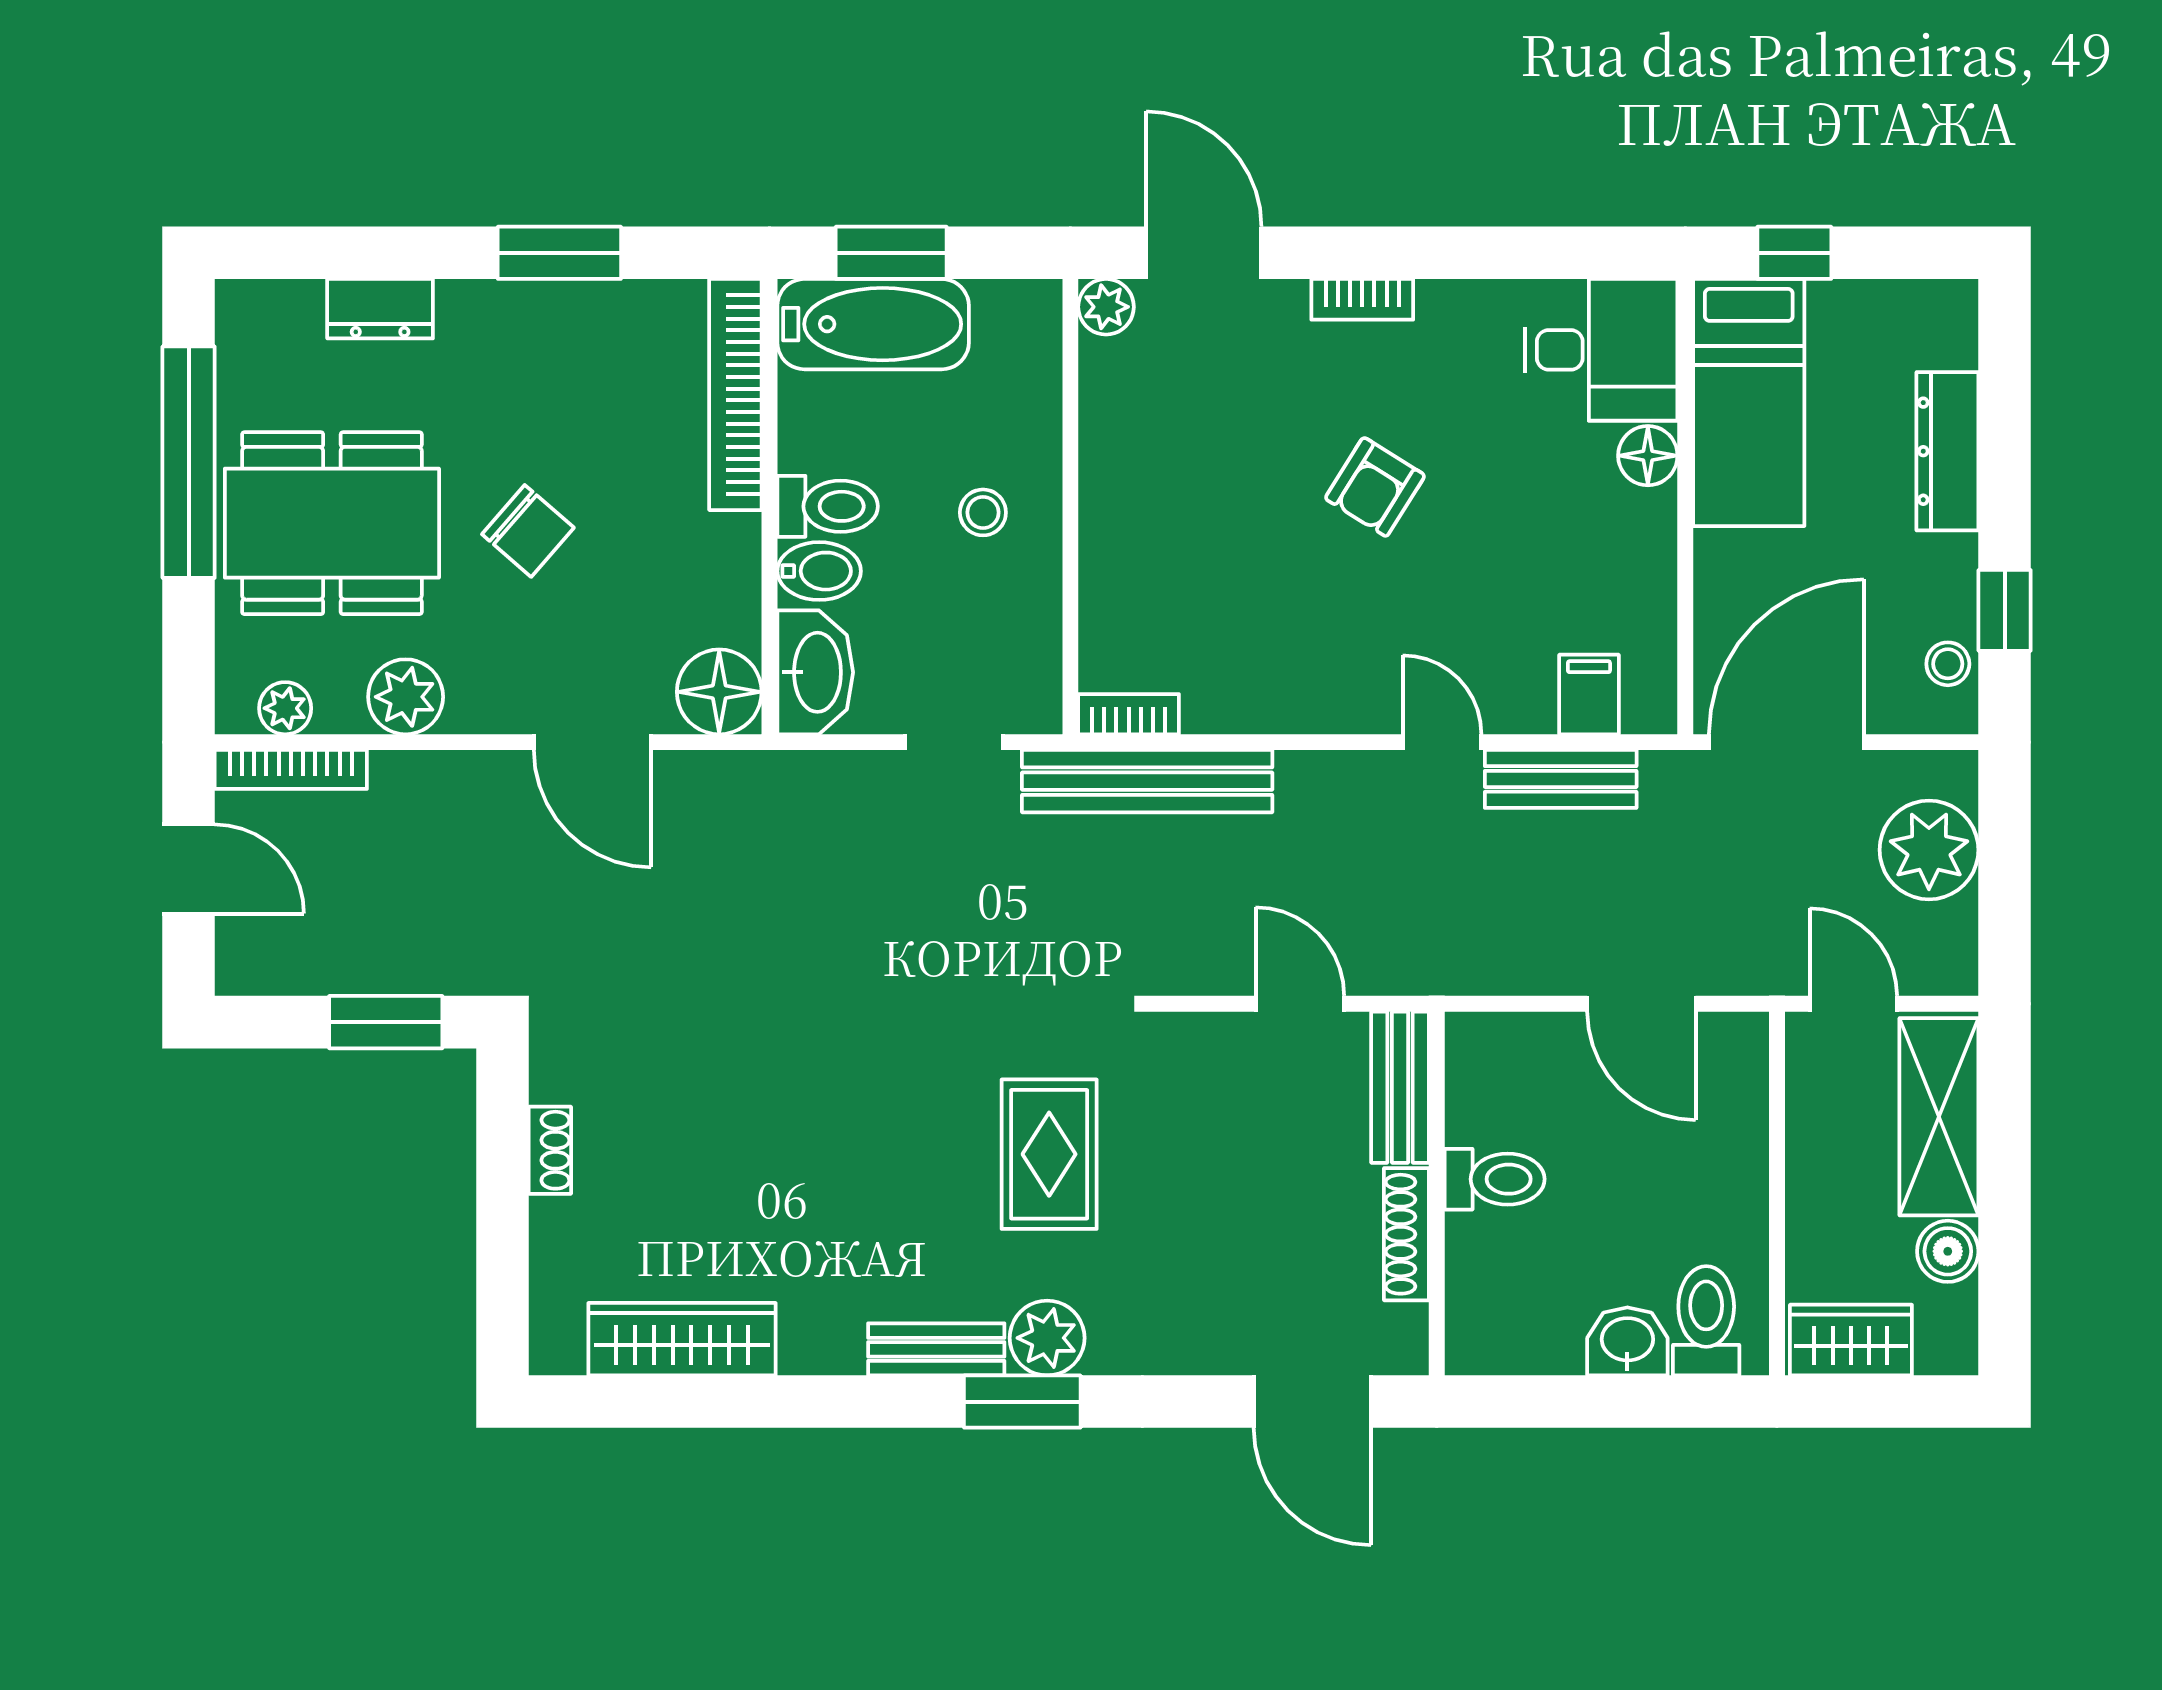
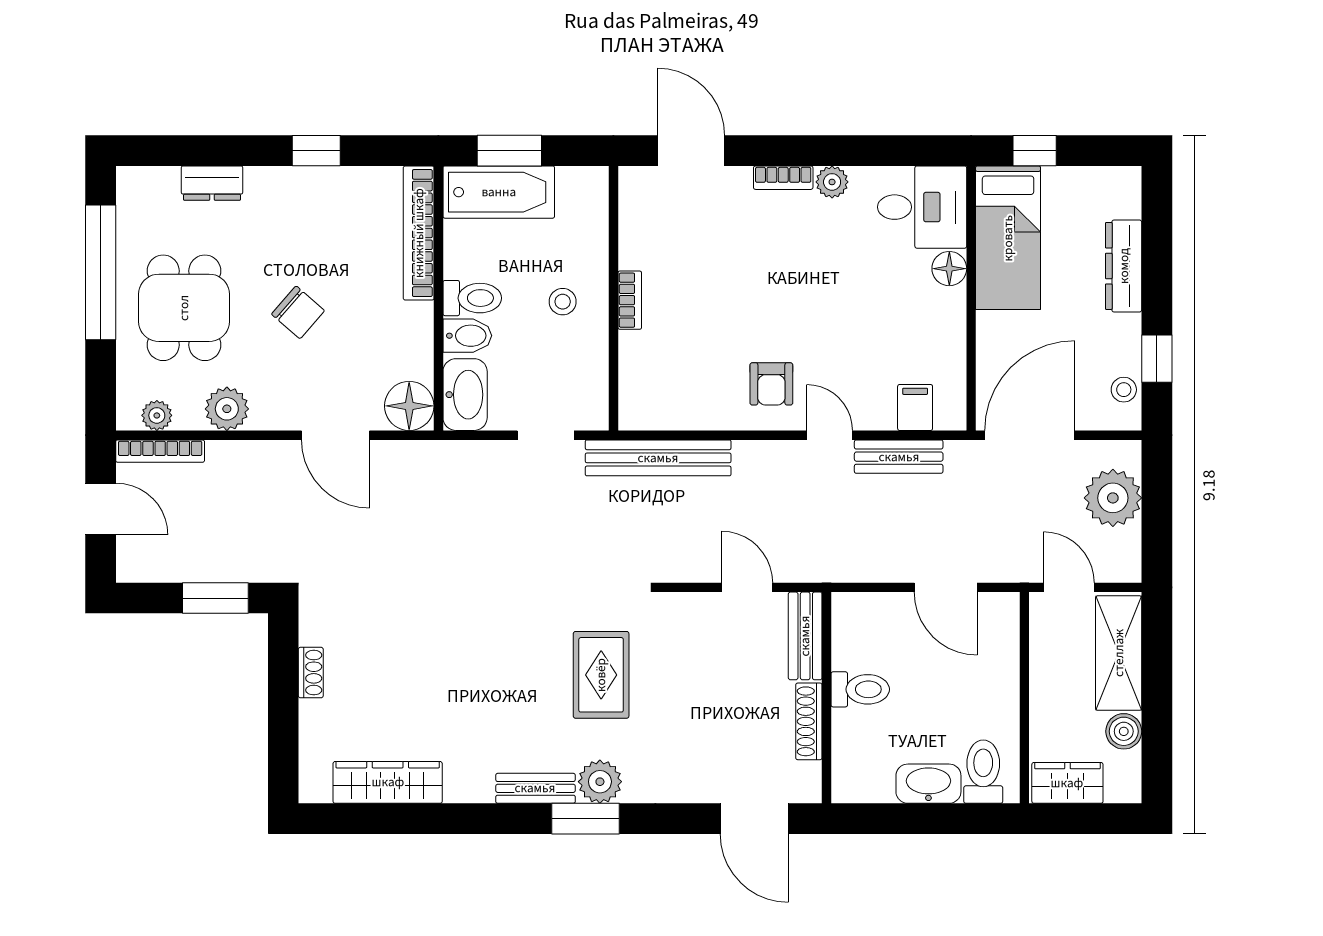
window: (559, 253) -> (316, 151), width x0.67
plant: (1106, 307) -> (832, 182), moved
armchair: (1375, 487) -> (771, 384), moved, turned -32
dining table: (332, 523) -> (184, 308), width x0.73
bookcase: (1129, 714) -> (630, 300), moved, turned 90
washbasin: (1627, 1341) -> (928, 784), width x1.38

